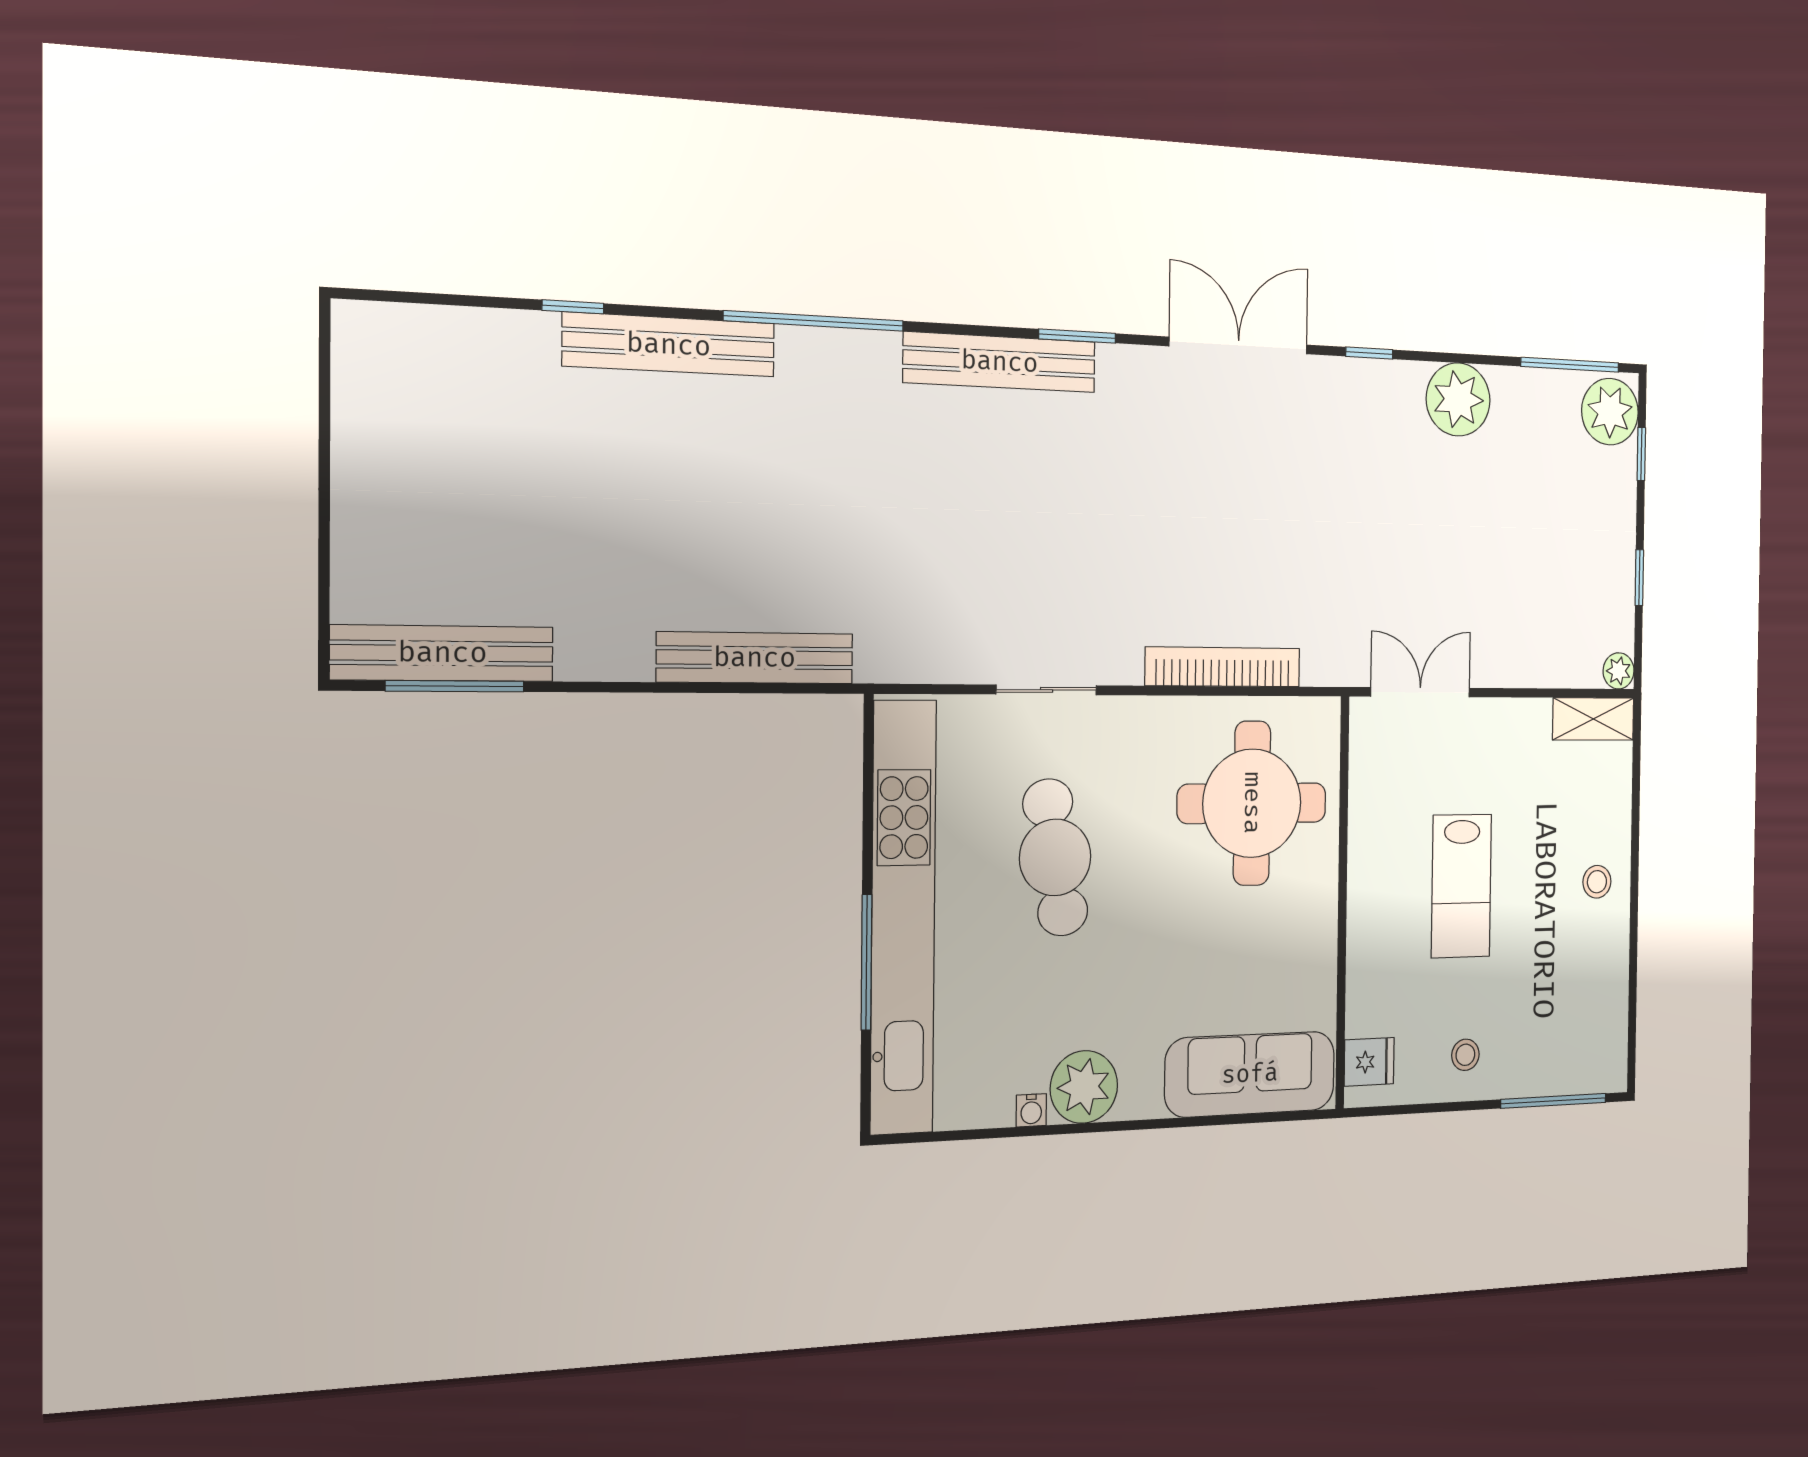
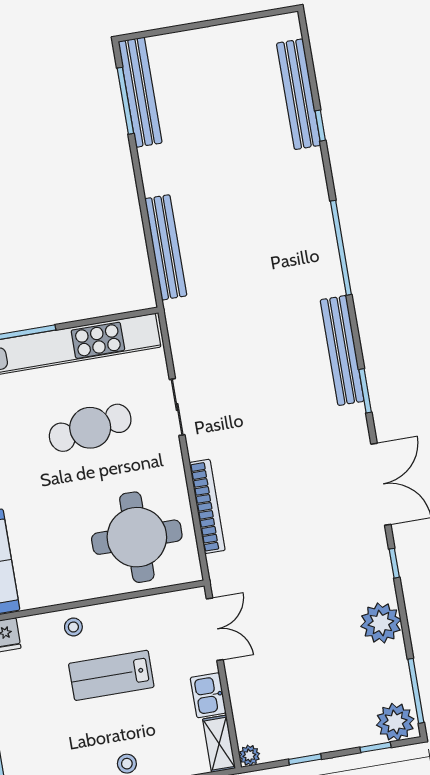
bench: (669, 345) -> (299, 94), moved
kitchen sink: (1519, 723) -> (208, 695), added
stool: (1465, 1055) -> (73, 627), moved

